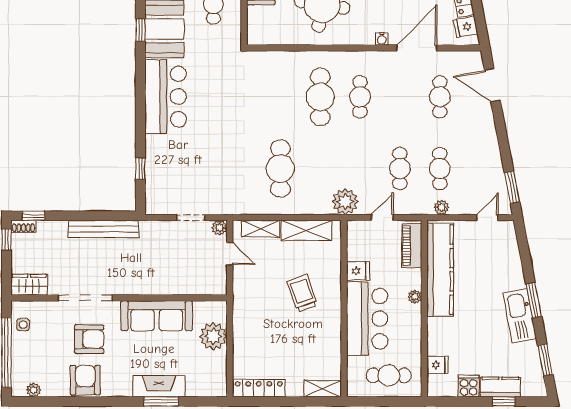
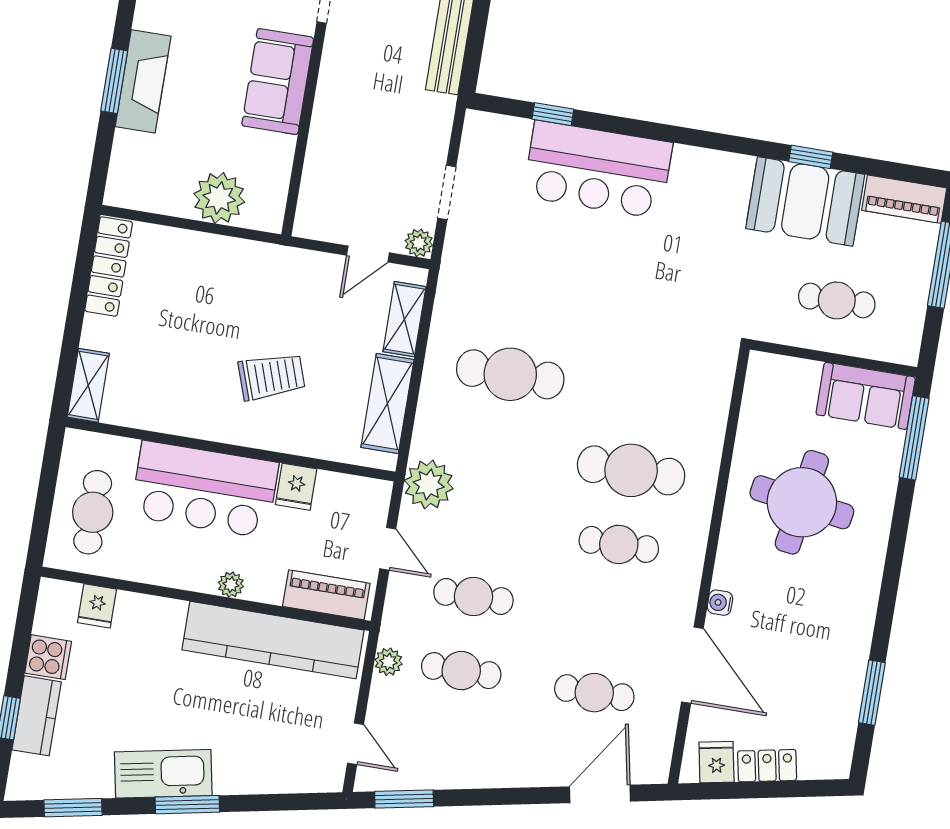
bar counter: (166, 97) -> (598, 170), moved
sofa: (157, 316) -> (278, 82), width x0.73

